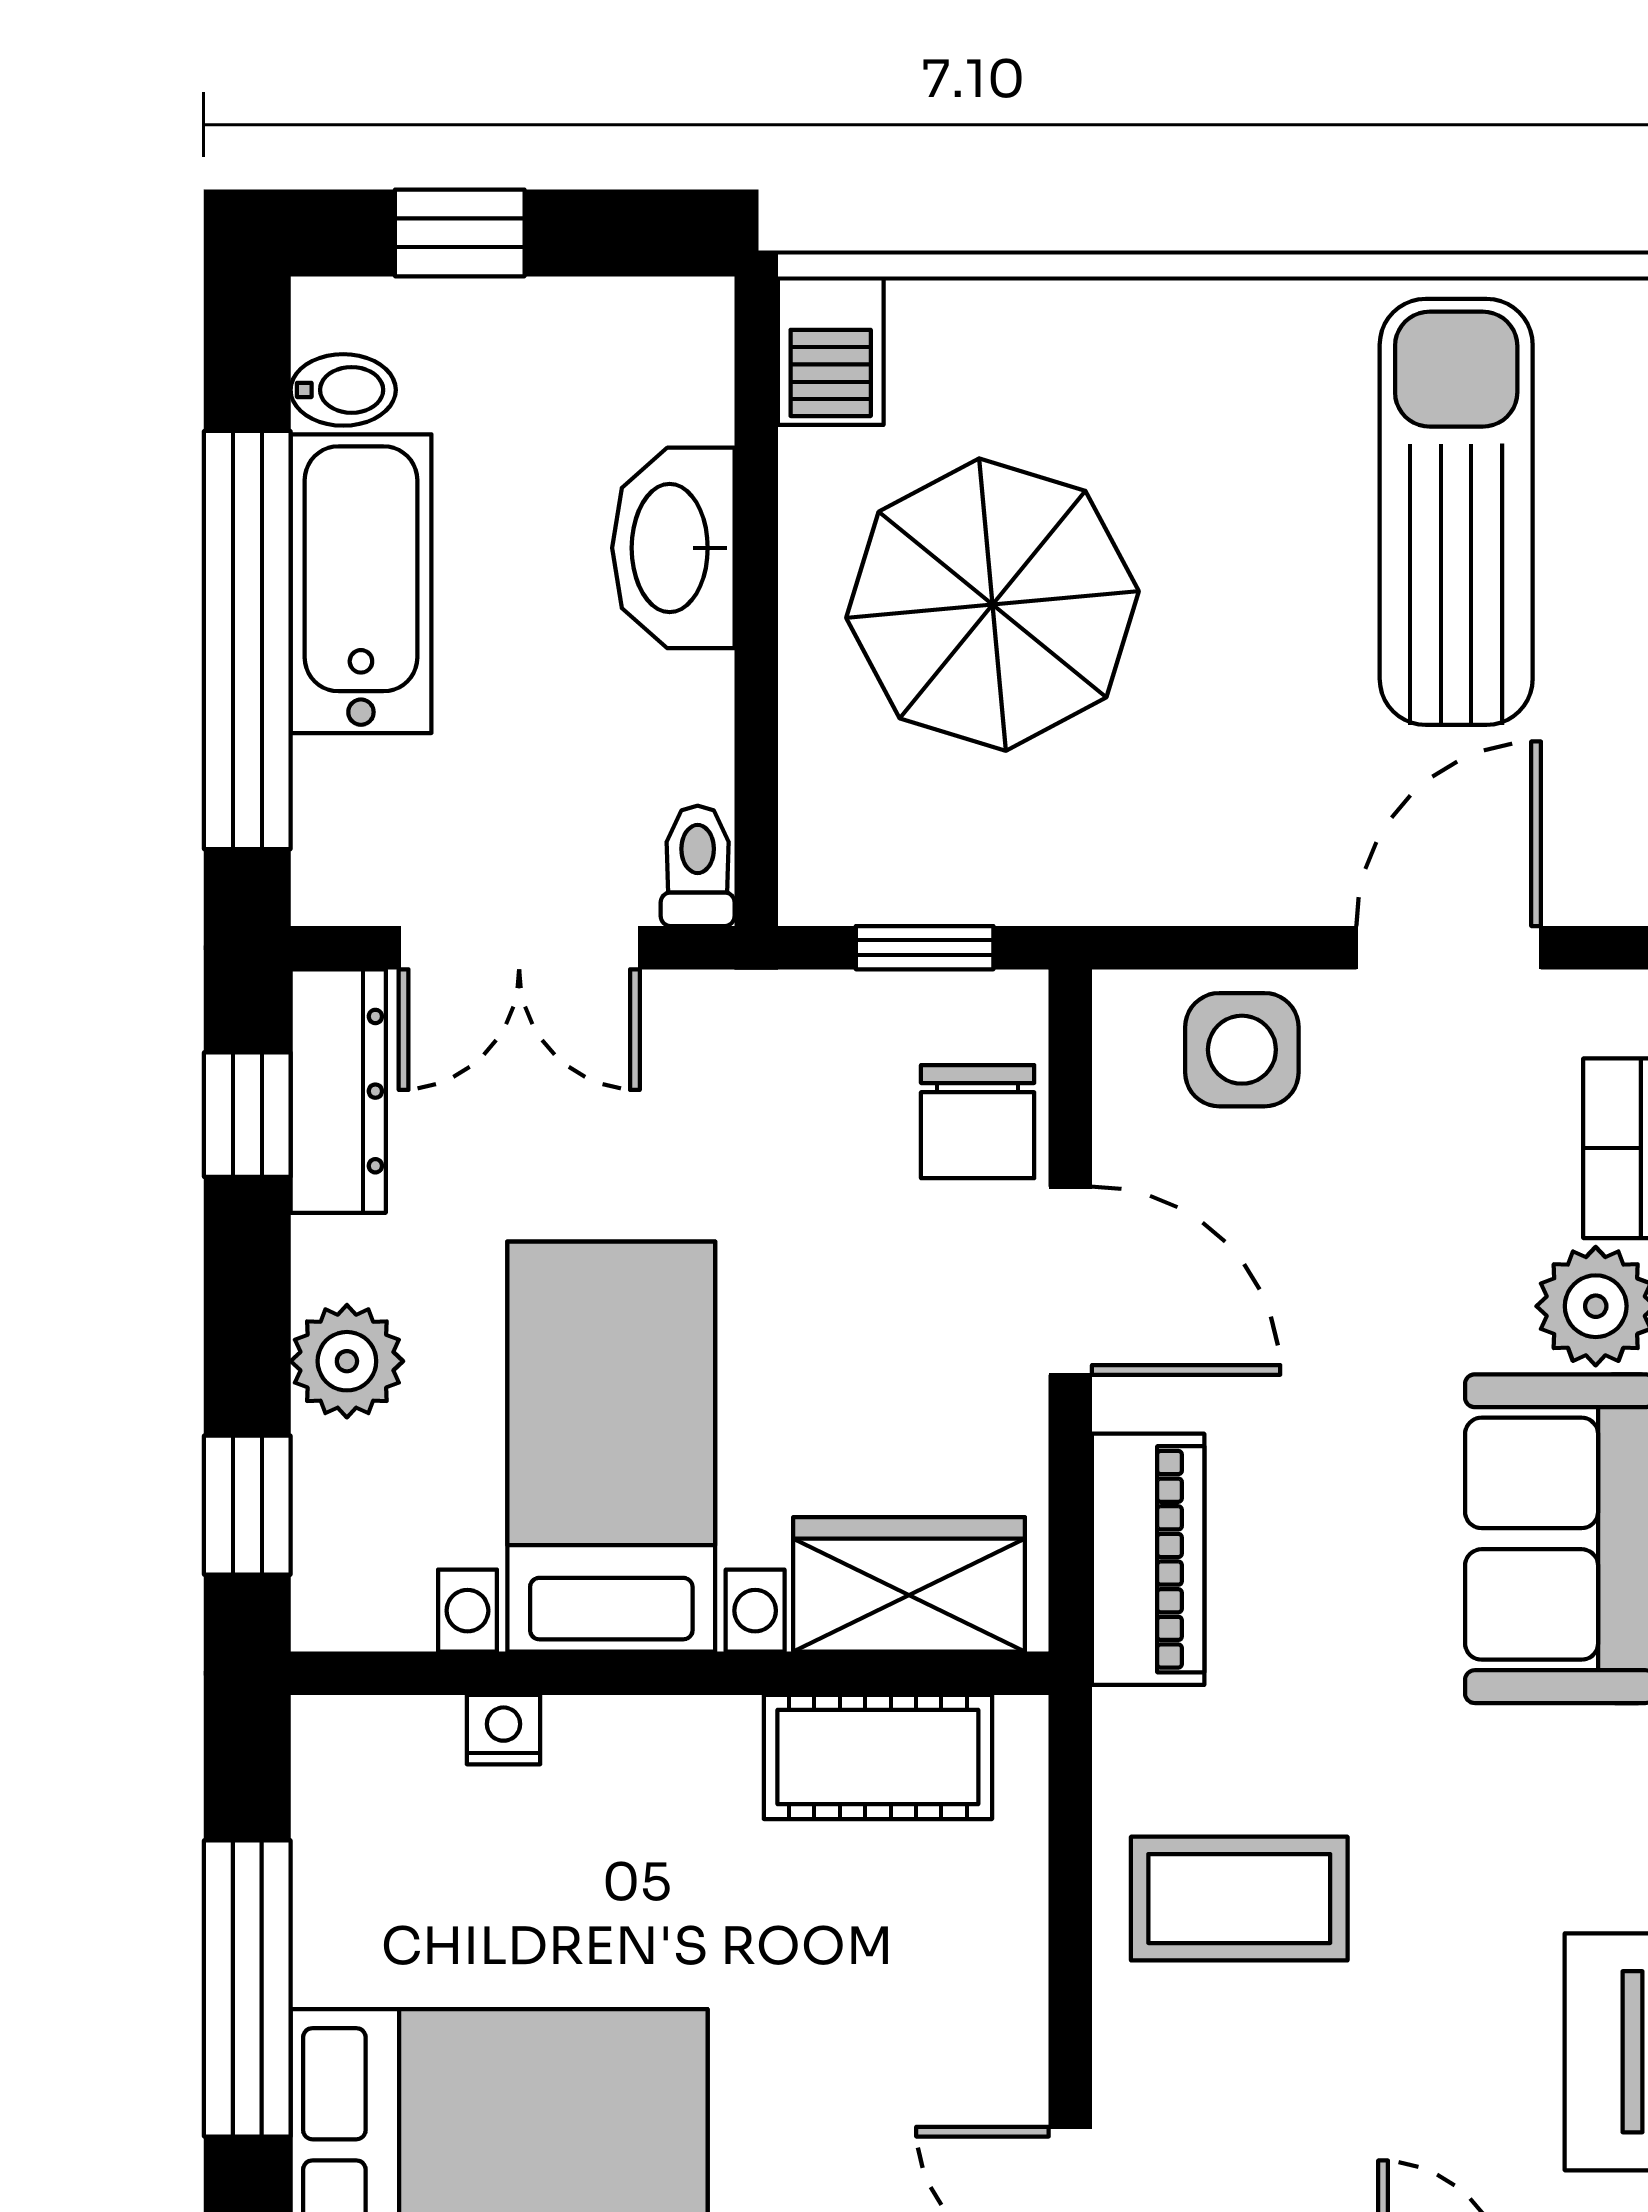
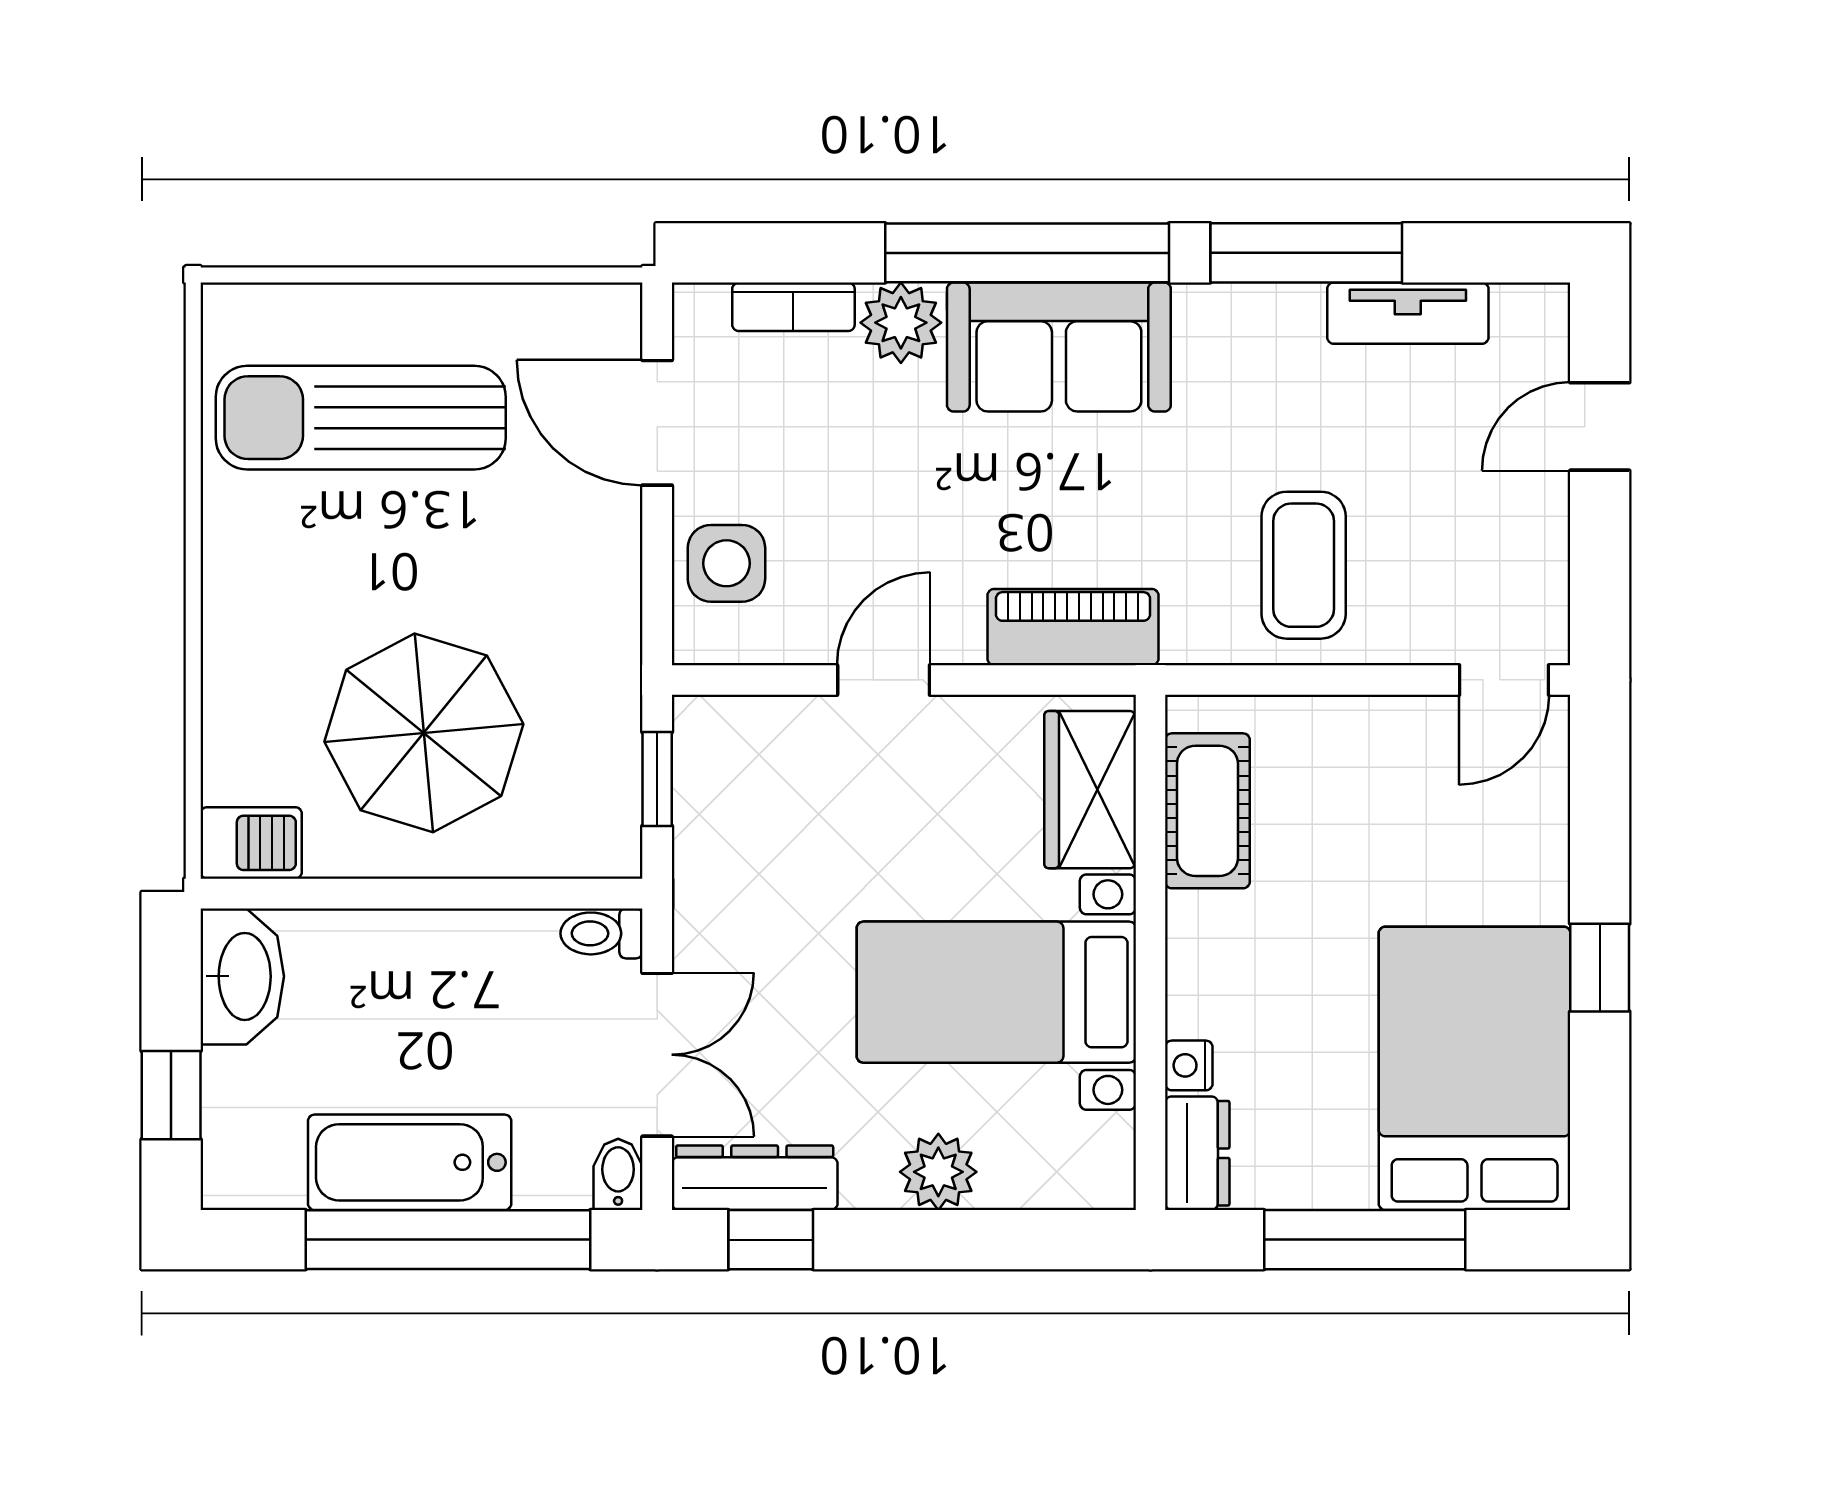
bidet: (343, 390) -> (618, 1174), moved
washbasin: (673, 548) -> (242, 976), moved, turned -90
chair: (978, 1122) -> (775, 743), removed
door: (1070, 1281) -> (884, 680), width x0.73
window: (247, 1505) -> (1036, 1240), removed
dresser: (374, 1742) -> (1197, 1153), added

